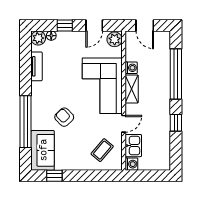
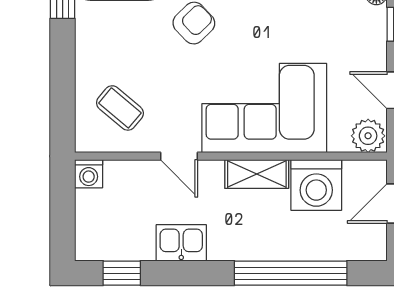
washing machine: (131, 68) -> (316, 185), width x1.89, depth x1.89
window: (176, 123) -> (122, 273), moved
kitchen sink: (133, 146) -> (181, 243), moved, turned 180

